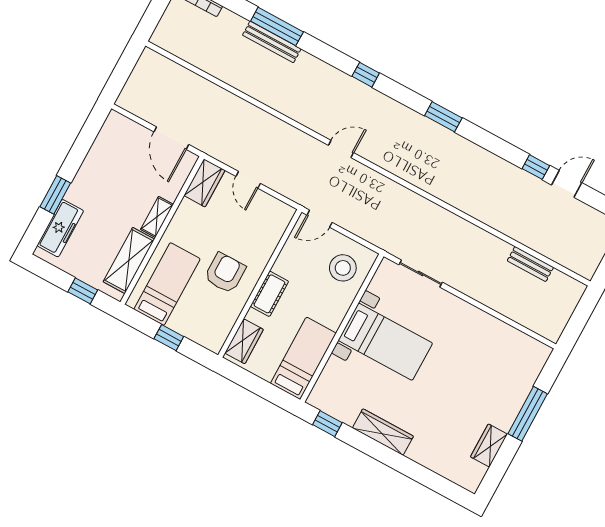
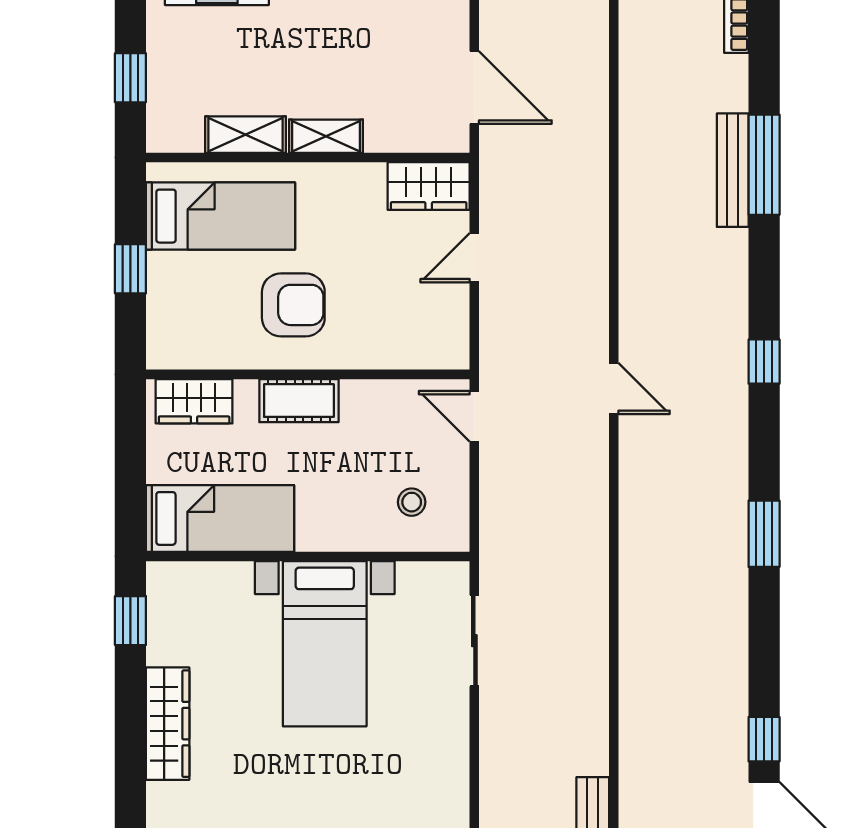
door: (171, 138) -> (474, 87), swing flipped
shelving: (129, 260) -> (245, 135), width x0.67, depth x0.75
stool: (343, 268) -> (412, 502), width x0.53, depth x0.53

